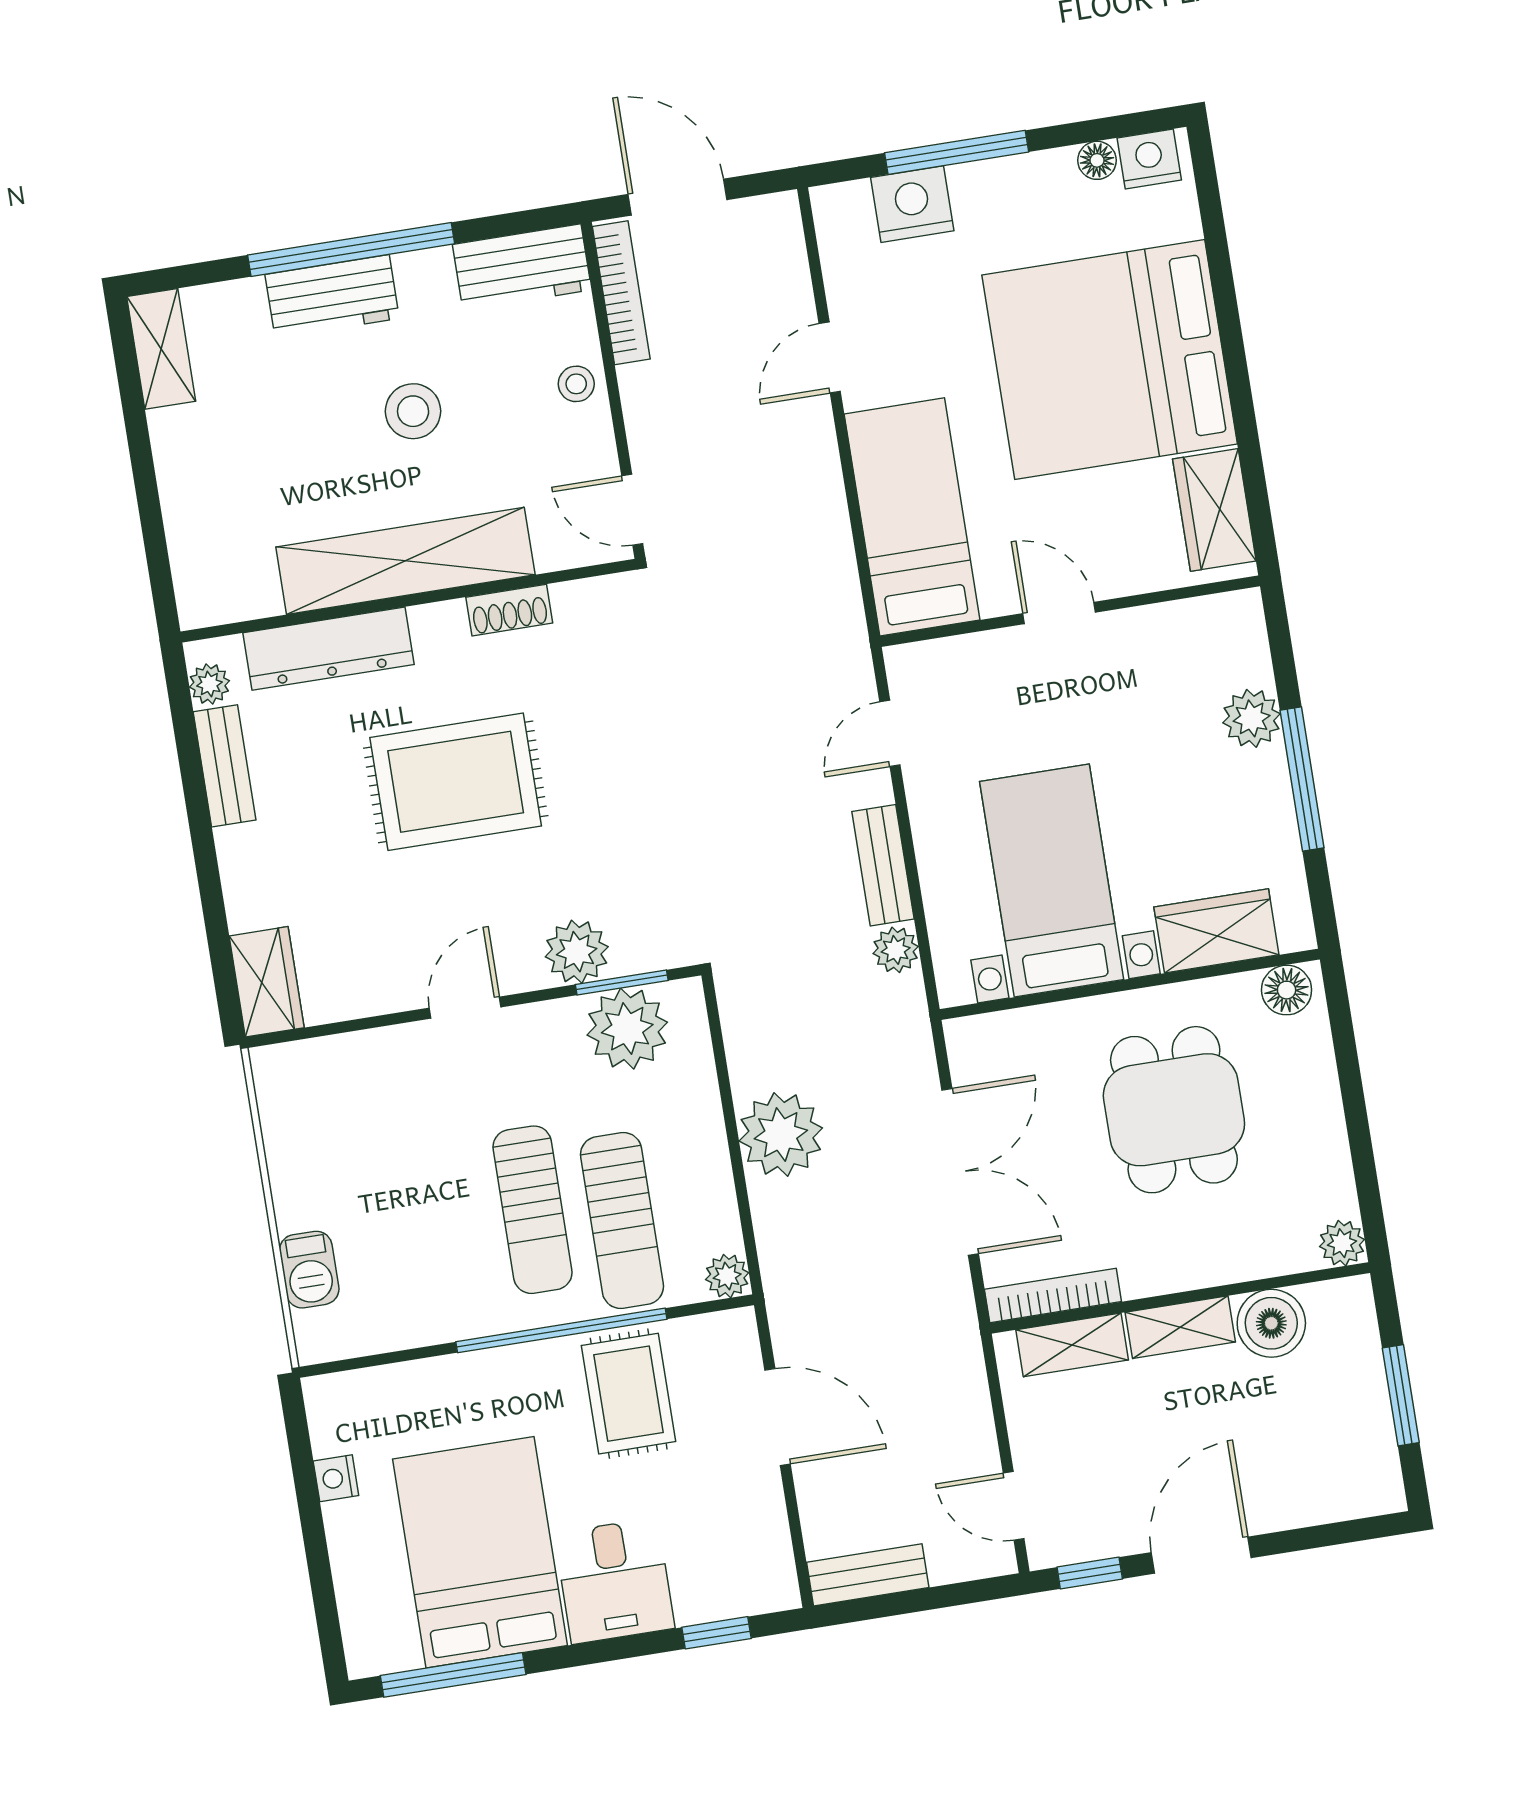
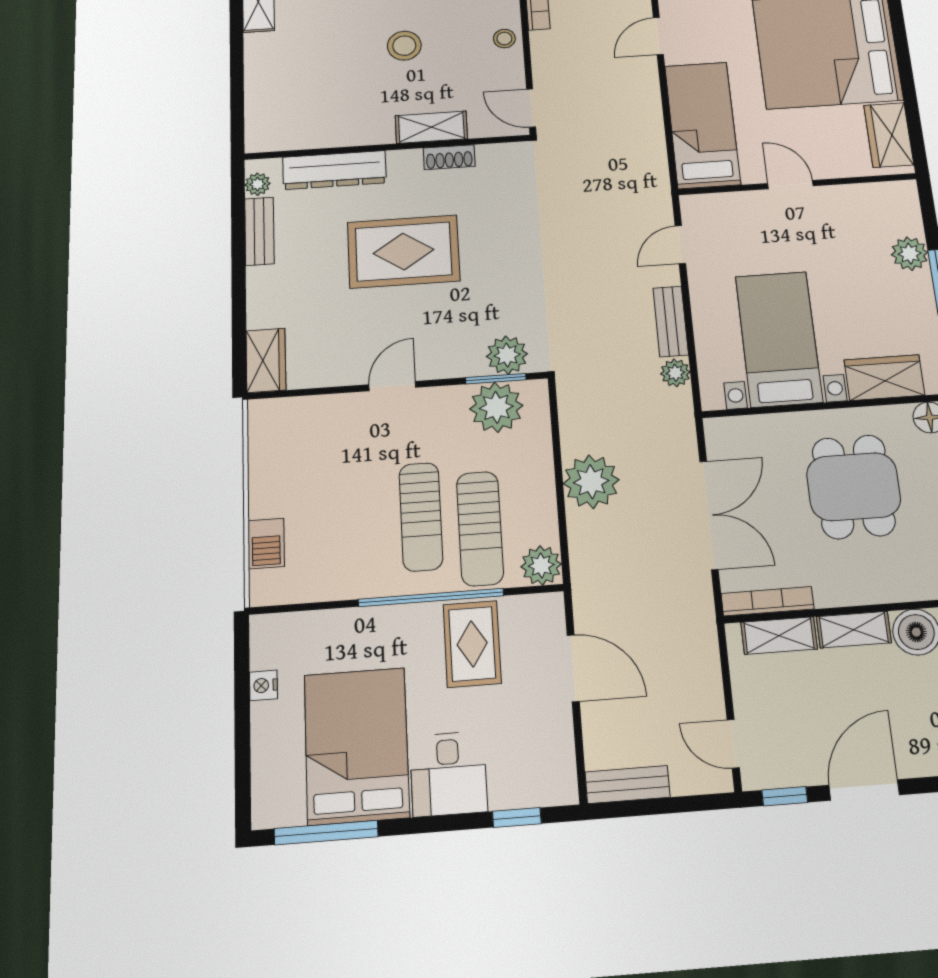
shelving: (405, 561) -> (431, 127), width x0.45, depth x0.75
plant: (577, 952) -> (507, 355), moved
plant: (727, 1276) -> (541, 565), width x1.38, depth x1.38

